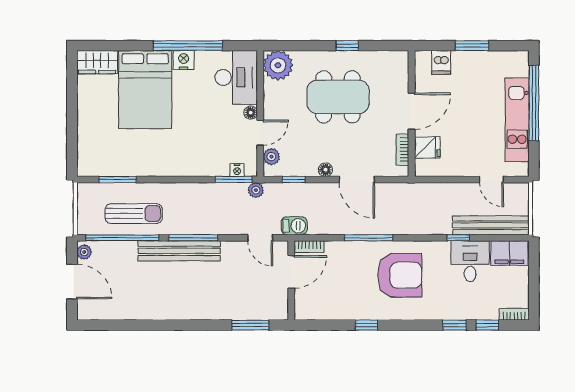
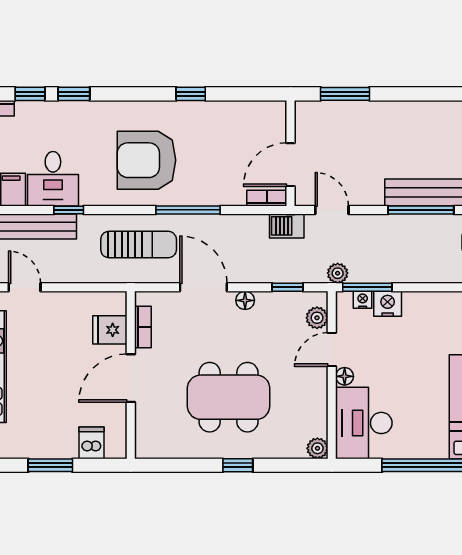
window: (347, 46) -> (238, 465), moved
nightstand: (184, 60) -> (388, 304), moved, turned 180
plant: (278, 65) -> (317, 448), width x0.53, depth x0.53
sun lounger: (406, 212) -> (139, 245), added

